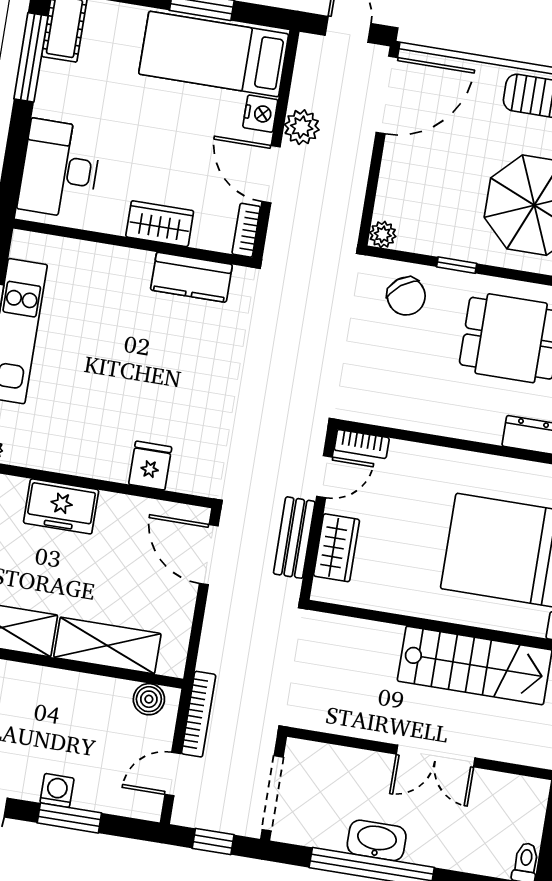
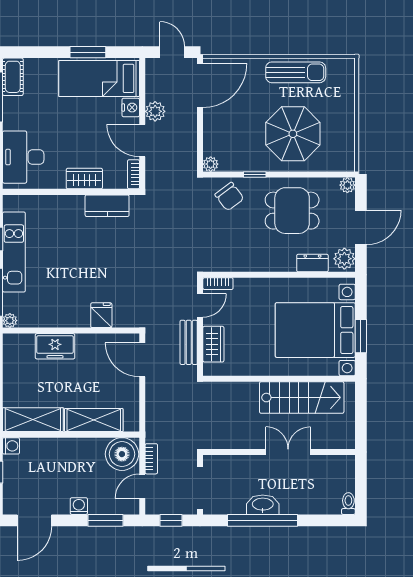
boiler: (149, 699) -> (122, 454), width x1.86, depth x1.86
bookcase: (199, 714) -> (151, 459), width x0.64
double door: (436, 756) -> (288, 452), swing flipped
window: (69, 818) -> (106, 520), moved

